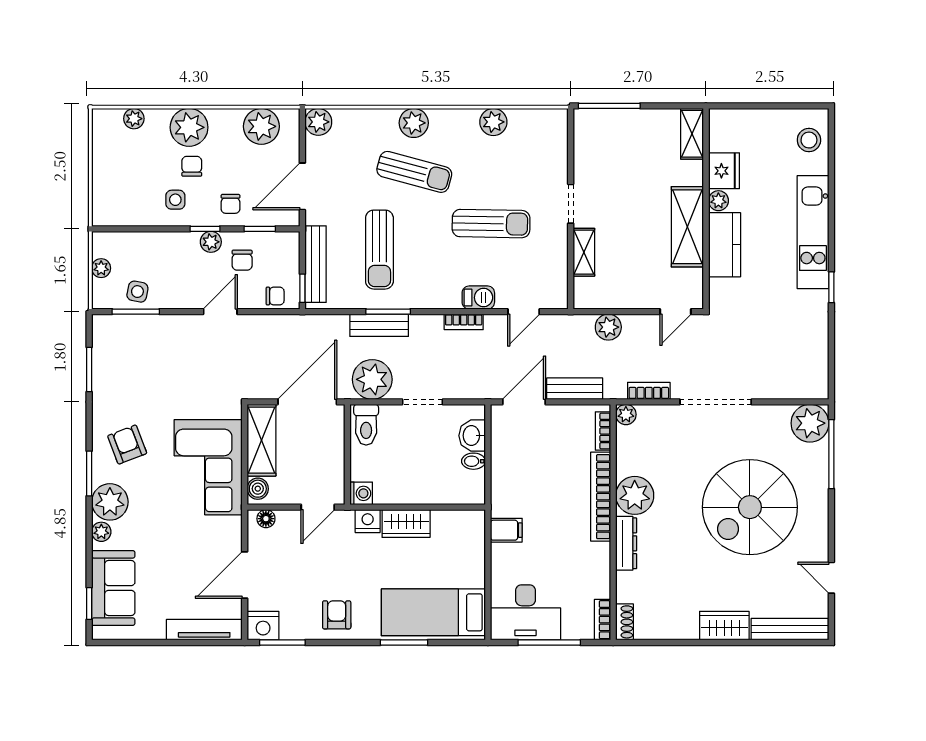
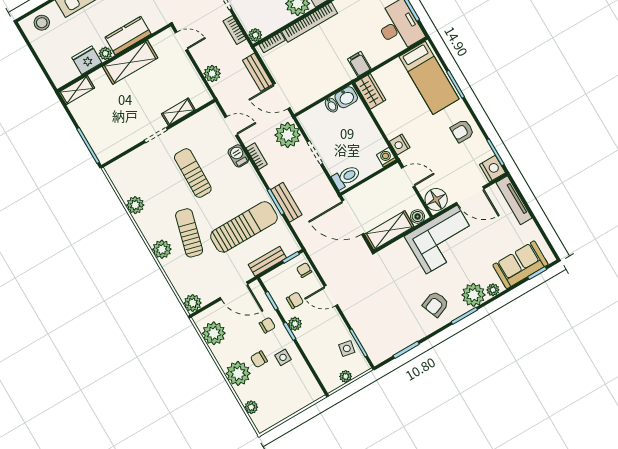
sun lounger: (379, 250) -> (244, 227), width x1.36, depth x1.34
bench: (316, 264) -> (267, 261), width x0.73
plant: (372, 379) -> (288, 135), moved
washbasin: (472, 436) -> (346, 97), moved
corner sofa: (208, 467) -> (442, 240), moved
floor lamp: (266, 519) -> (436, 199), width x1.89, depth x1.89
wardrobe: (406, 524) -> (370, 91), moved

